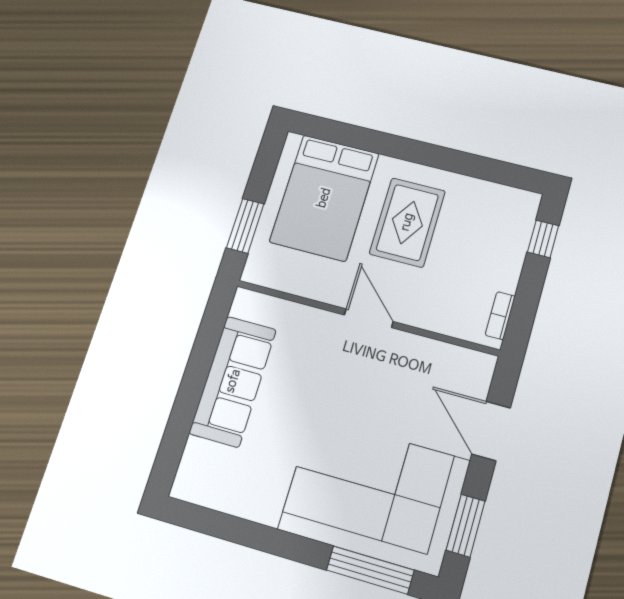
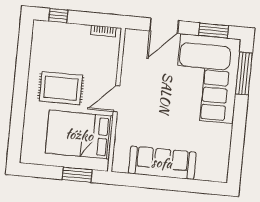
bed: (324, 198) -> (79, 135), moved, turned 180

